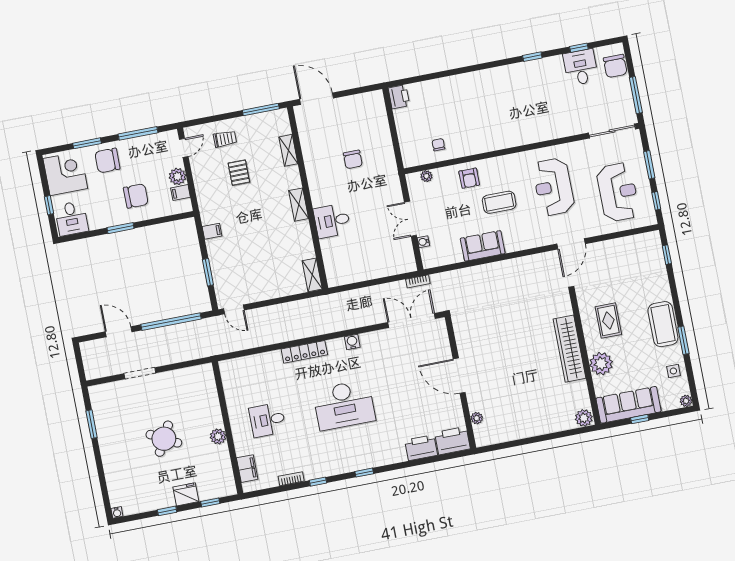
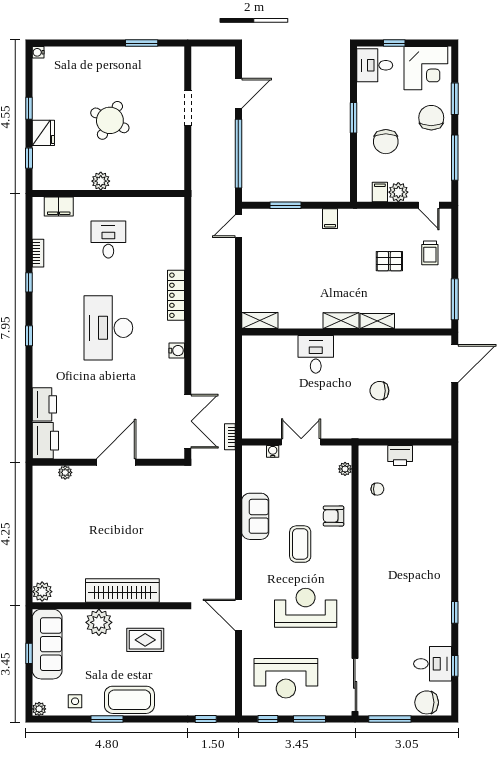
printer: (399, 97) -> (400, 455), moved
shelving: (288, 150) -> (377, 321), moved

